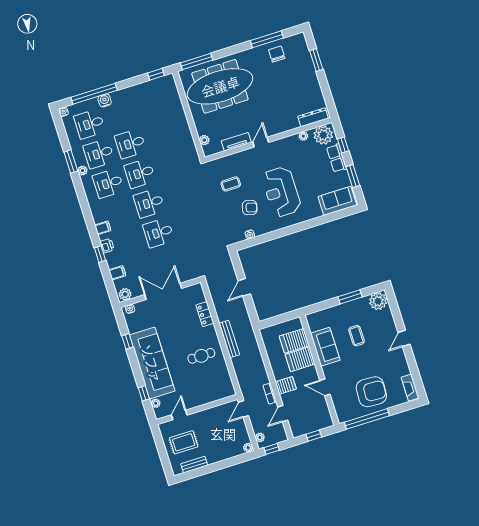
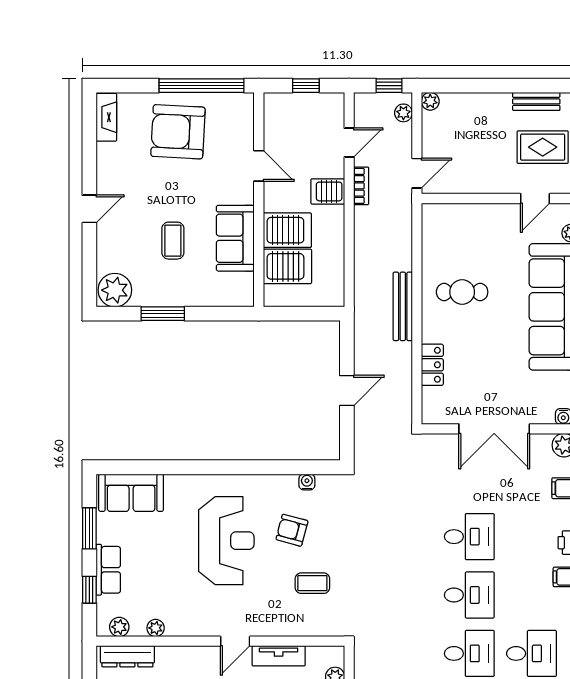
plant: (323, 135) -> (119, 627), width x0.53, depth x0.53

